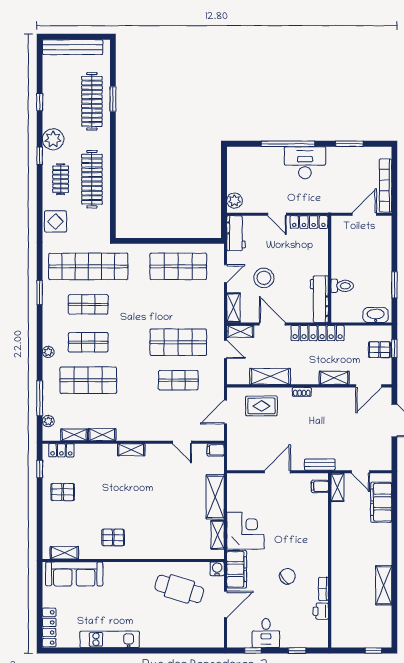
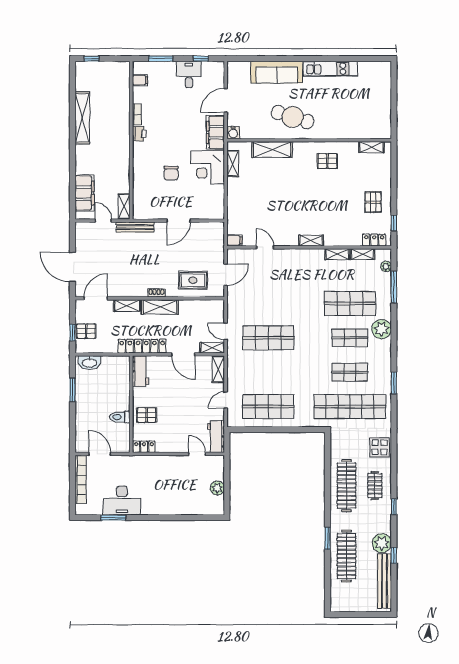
bench: (73, 47) -> (385, 581), moved, turned 90
window: (113, 99) -> (328, 538), moved
plant: (53, 139) -> (382, 543), moved
window: (288, 144) -> (169, 518), removed
desk: (305, 163) -> (122, 500), moved
plant: (235, 201) -> (217, 488), moved
door: (277, 214) -> (197, 454), moved
door: (364, 214) -> (100, 454), swing flipped
locker: (309, 222) -> (144, 447), width x0.66
pallet: (313, 257) -> (147, 415), added
stool: (264, 278) -> (191, 396), removed
toilet: (342, 286) -> (120, 417), moved
workbench: (319, 299) -> (140, 371), width x0.73
plant: (48, 352) -> (382, 329), width x1.87, depth x1.87
shelving: (270, 376) -> (160, 307), moved
shop shelf: (178, 380) -> (268, 303), removed
bench: (320, 465) -> (135, 227), width x1.36
filing cabinet: (320, 486) -> (140, 80), moved
pallet: (63, 492) -> (373, 202), turned 90
shelving: (215, 497) -> (272, 150), moved, turned 90
sofa: (74, 574) -> (277, 72), moved, turned 180
chair: (287, 576) -> (171, 173), moved, turned -53
shelving: (384, 585) -> (82, 118), width x1.47
cafe table: (179, 589) -> (293, 117), moved
printer: (321, 611) -> (139, 134), moved
locker: (49, 627) -> (385, 80), removed
window: (297, 651) -> (161, 59), width x1.50

